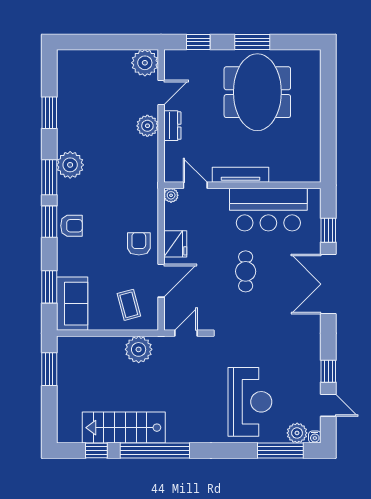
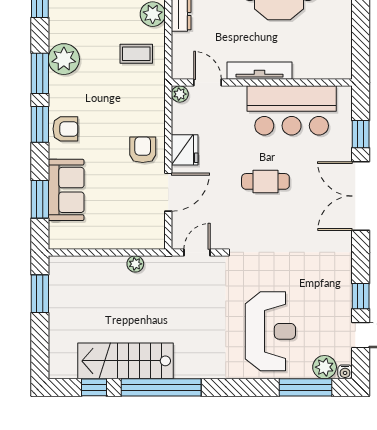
cafe table: (246, 271) -> (265, 181), turned 90
sofa: (72, 304) -> (66, 190), moved
coffee table: (129, 305) -> (136, 54), moved, turned -75
plant: (139, 349) -> (135, 264), width x0.53, depth x0.53

